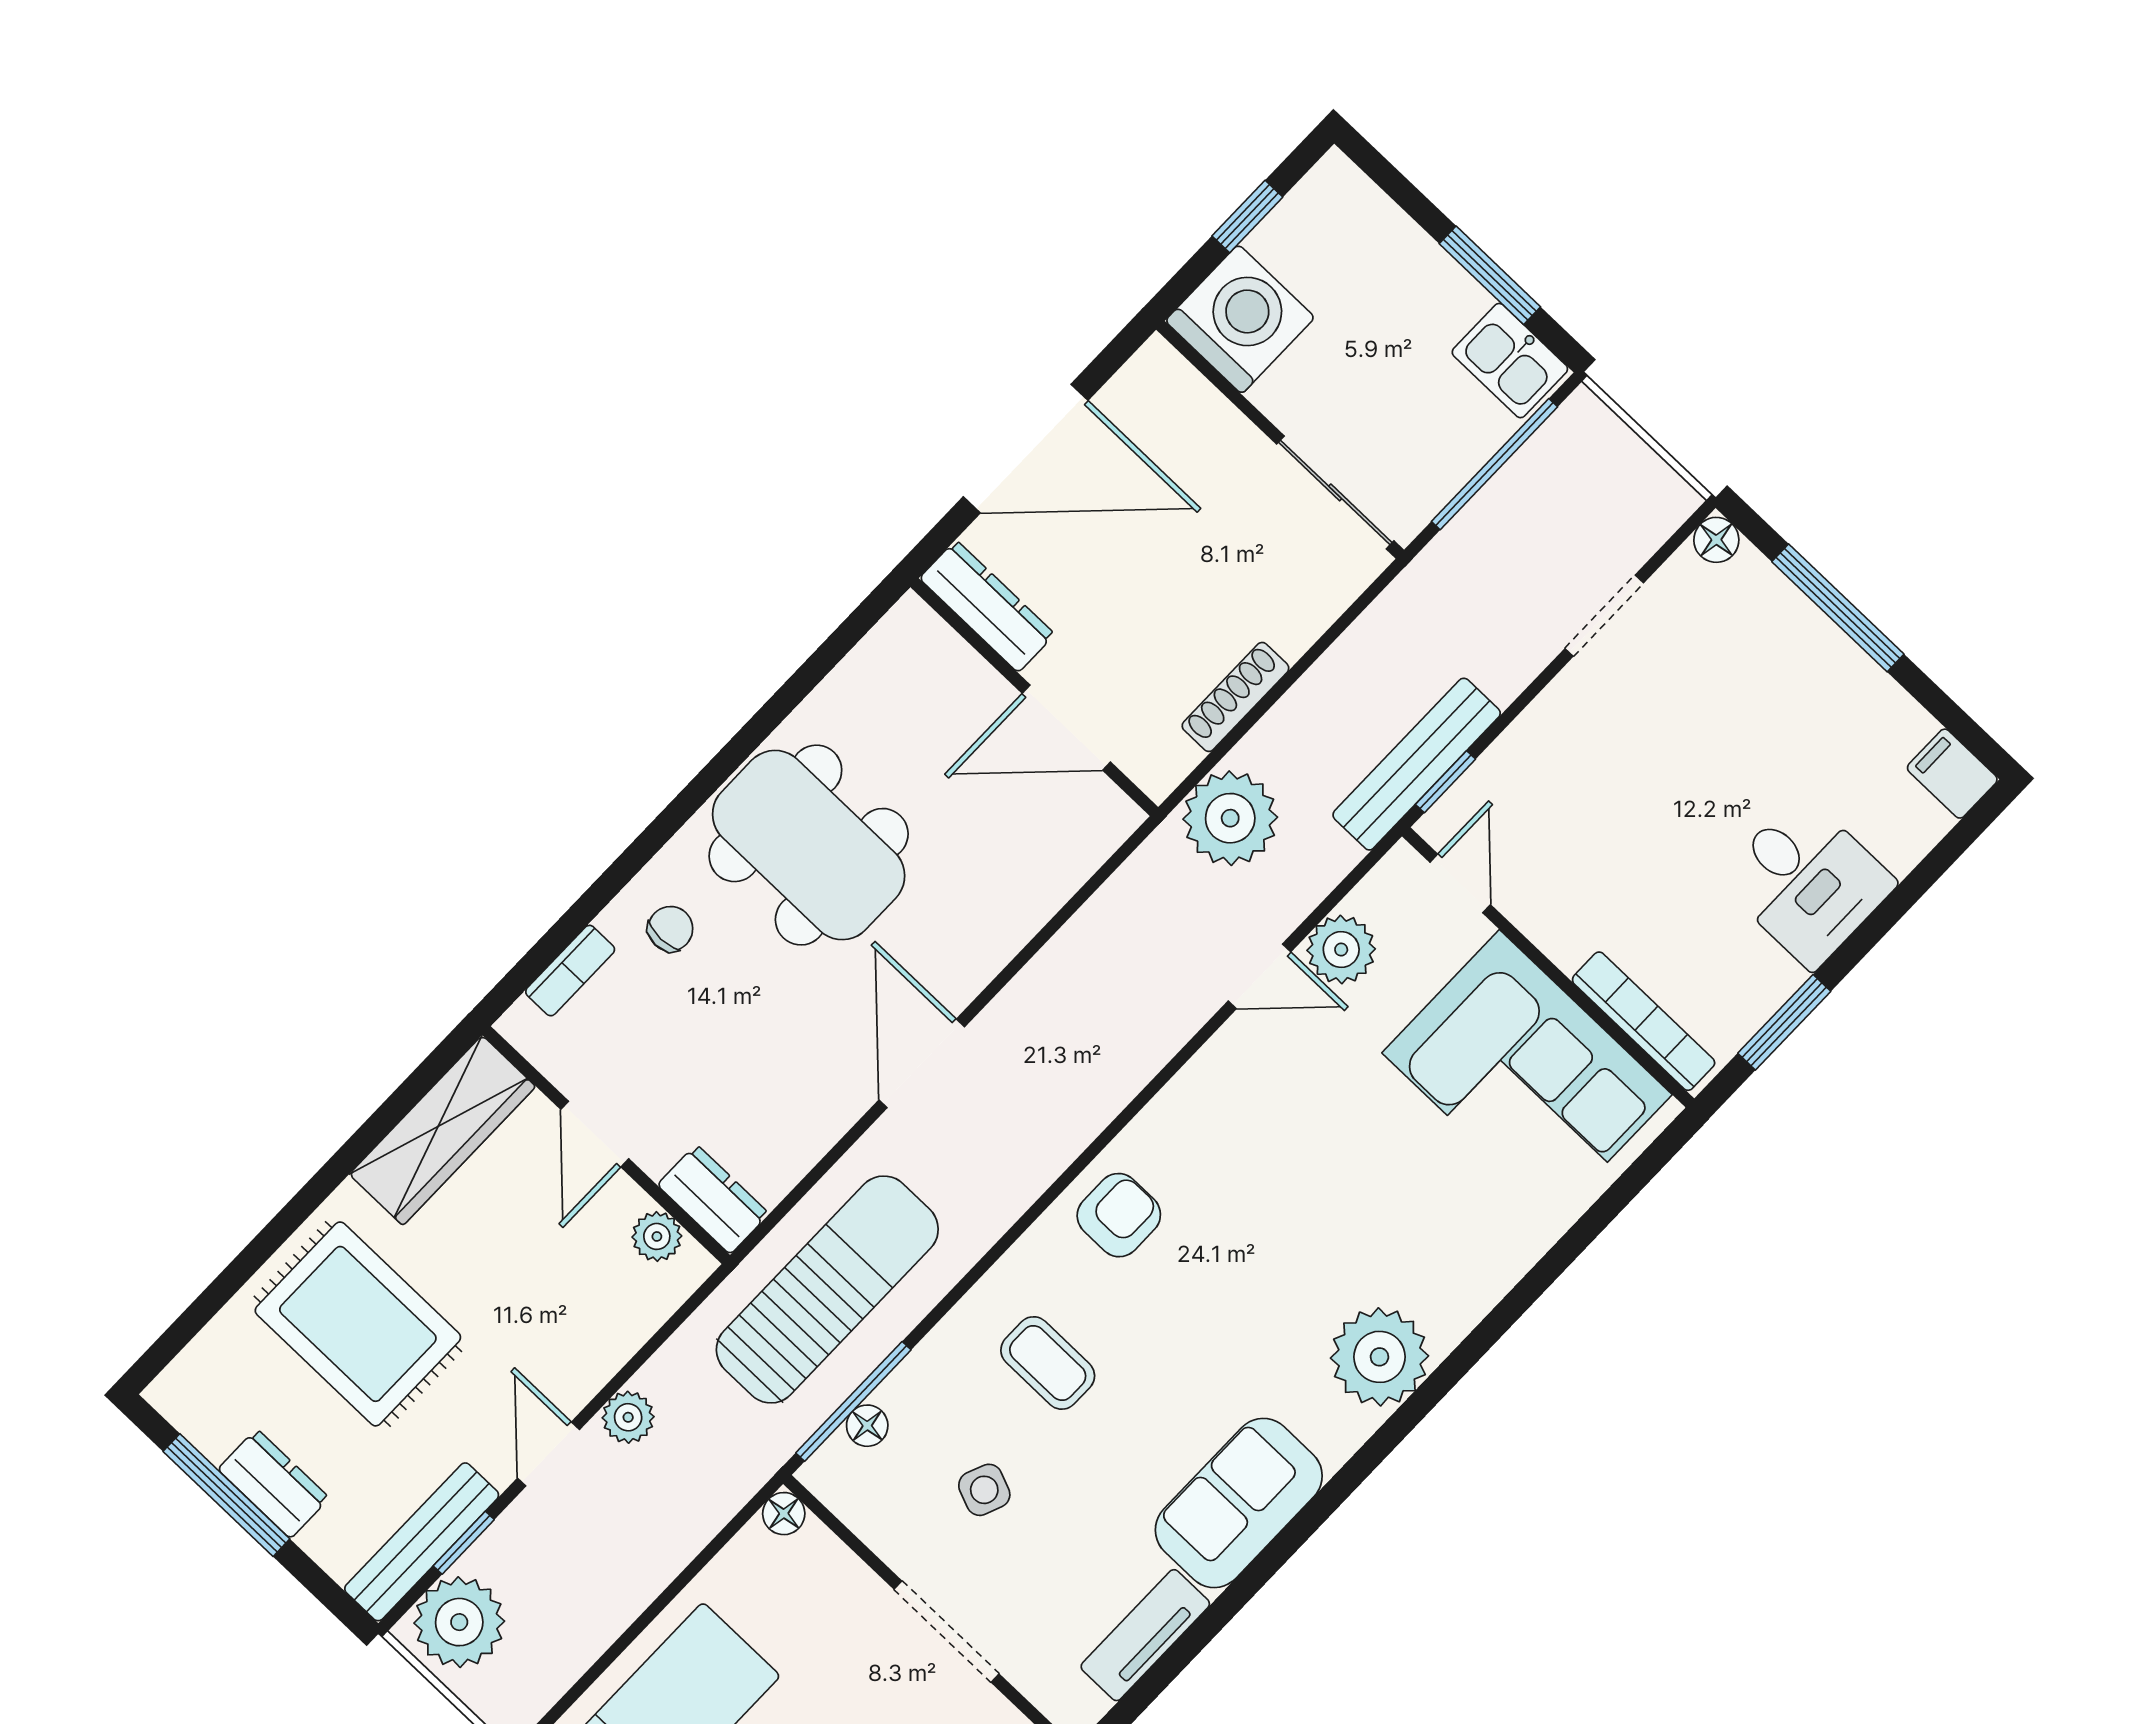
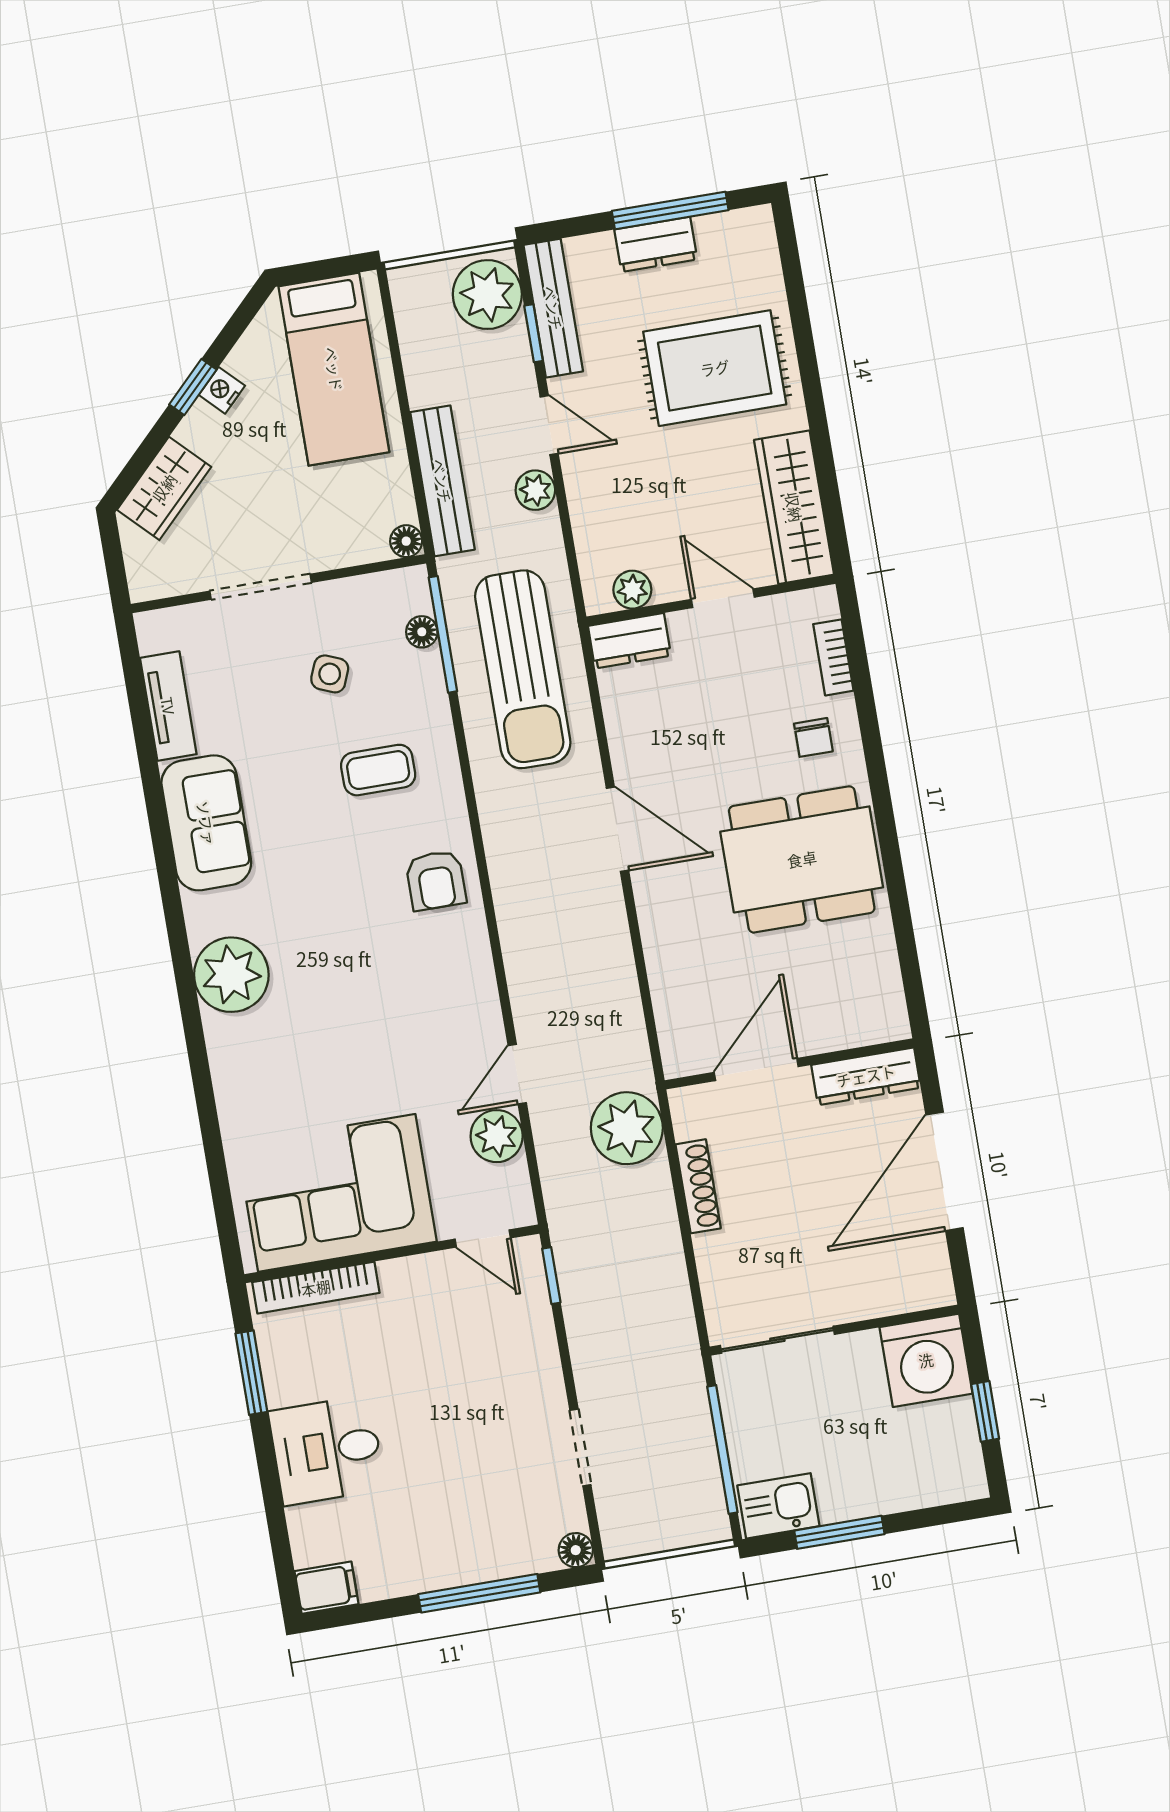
bench: (1417, 764) -> (442, 481), moved

